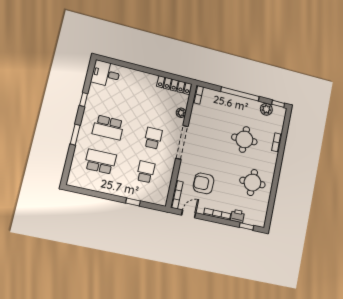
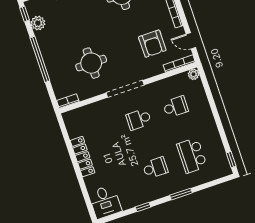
locker: (174, 85) -> (83, 157), moved
plant: (181, 113) -> (194, 74), moved
school desk: (108, 128) -> (155, 168), width x0.54
round table: (244, 139) -> (91, 63), moved
school desk: (146, 172) -> (175, 107), turned 180
window: (133, 202) -> (231, 160), moved

